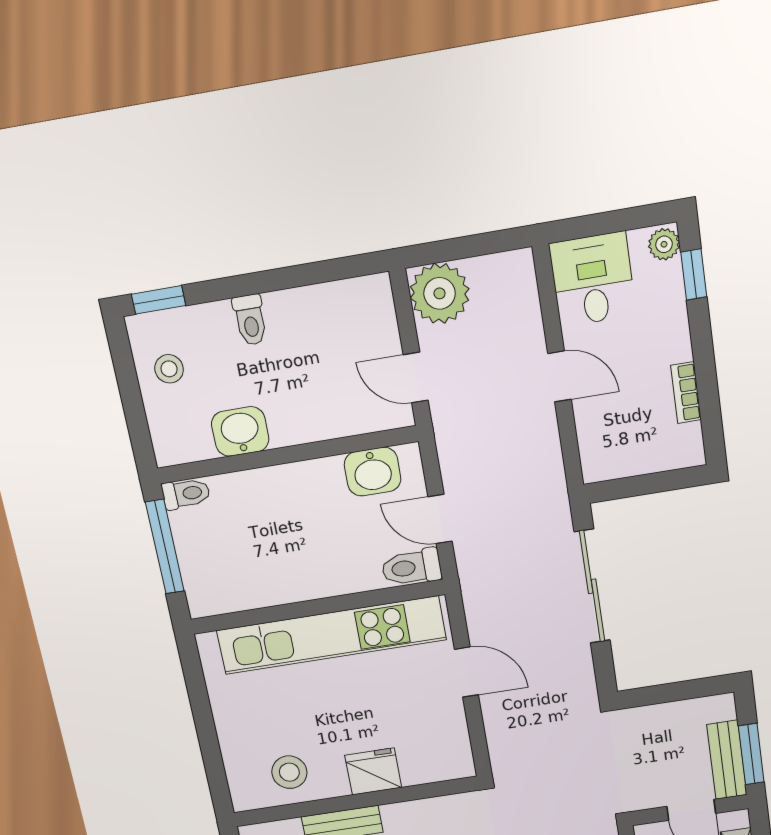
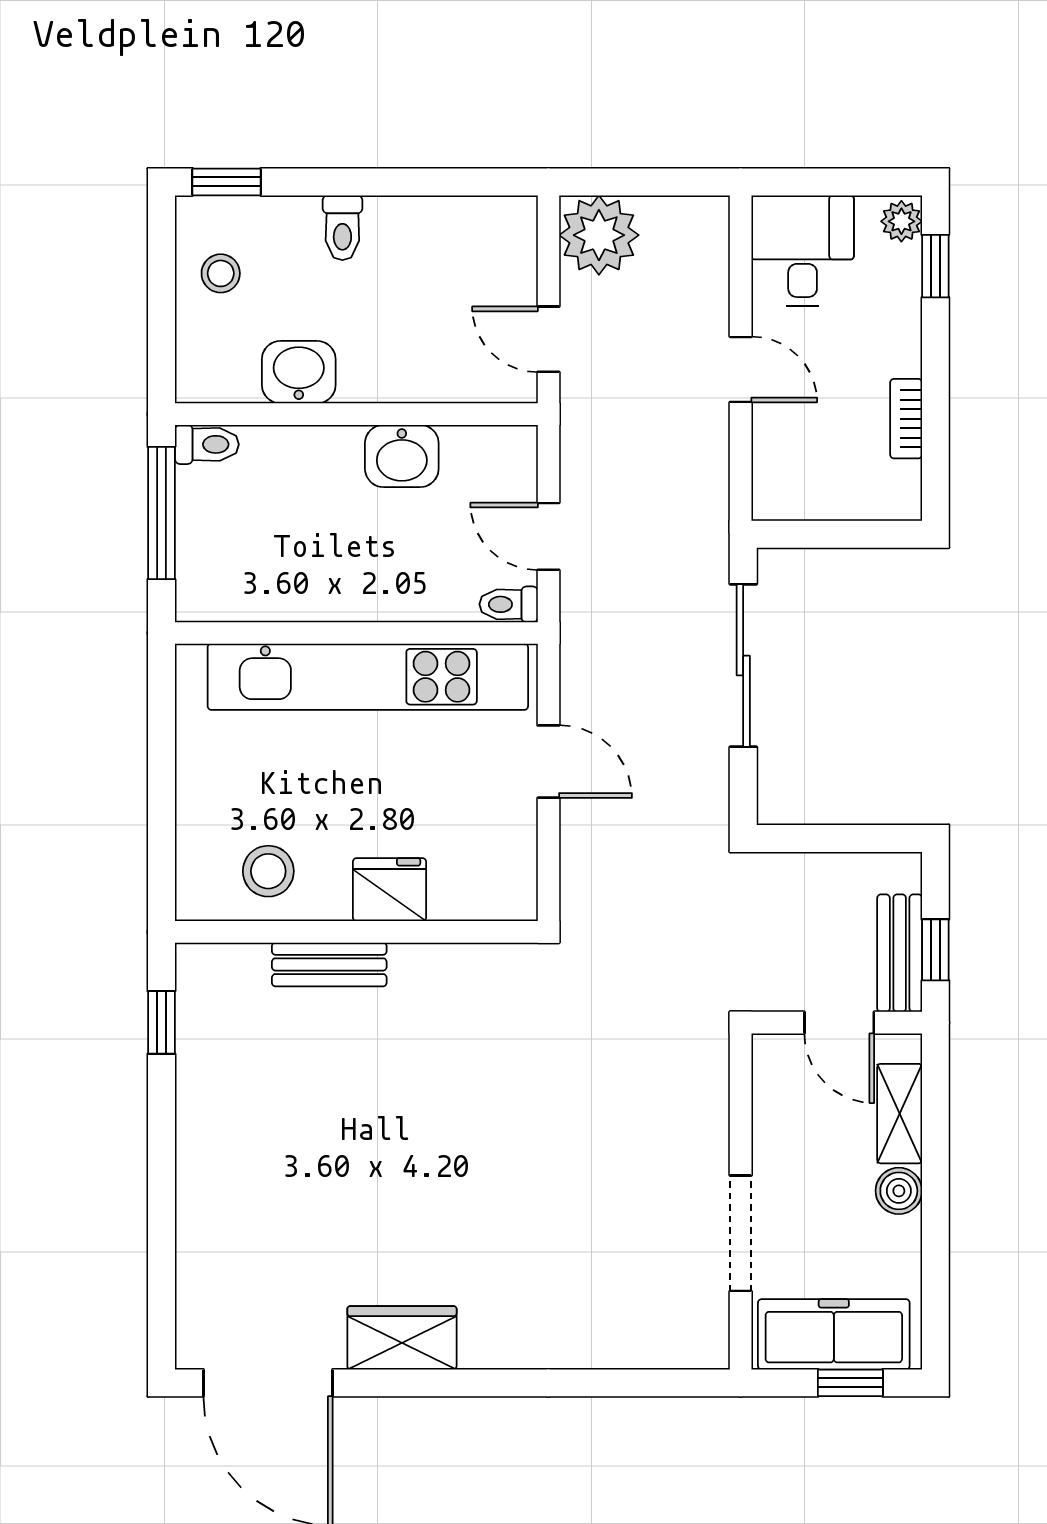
washbasin: (373, 472) -> (402, 456), moved
toilet: (411, 567) -> (509, 604), width x0.73, depth x0.72
window: (751, 754) -> (935, 950), width x0.67

